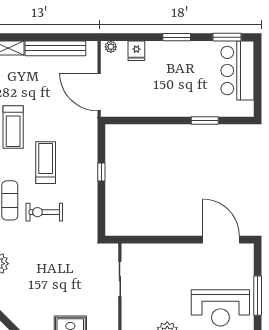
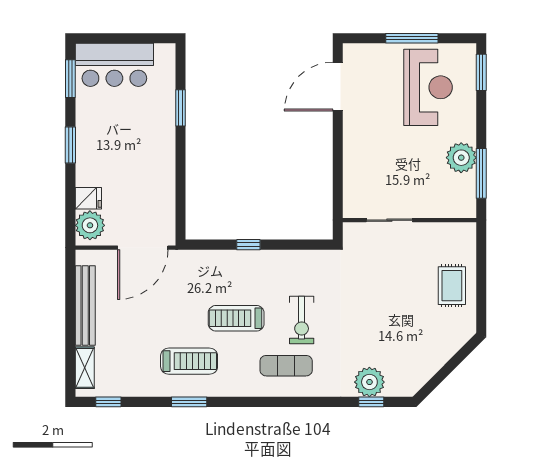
plant: (111, 47) -> (90, 225), width x1.87, depth x1.87

